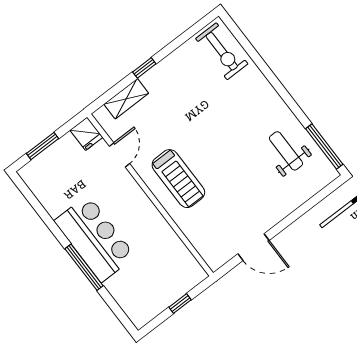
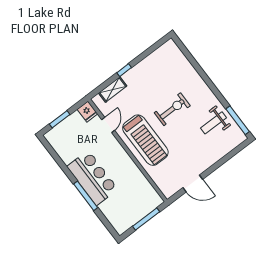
exercise bike: (222, 51) -> (172, 109), moved, turned -90
weight bench: (286, 151) -> (213, 123), turned -90
treadmill: (178, 179) -> (145, 140), width x1.37, depth x1.37
window: (180, 303) -> (146, 219), width x2.17

